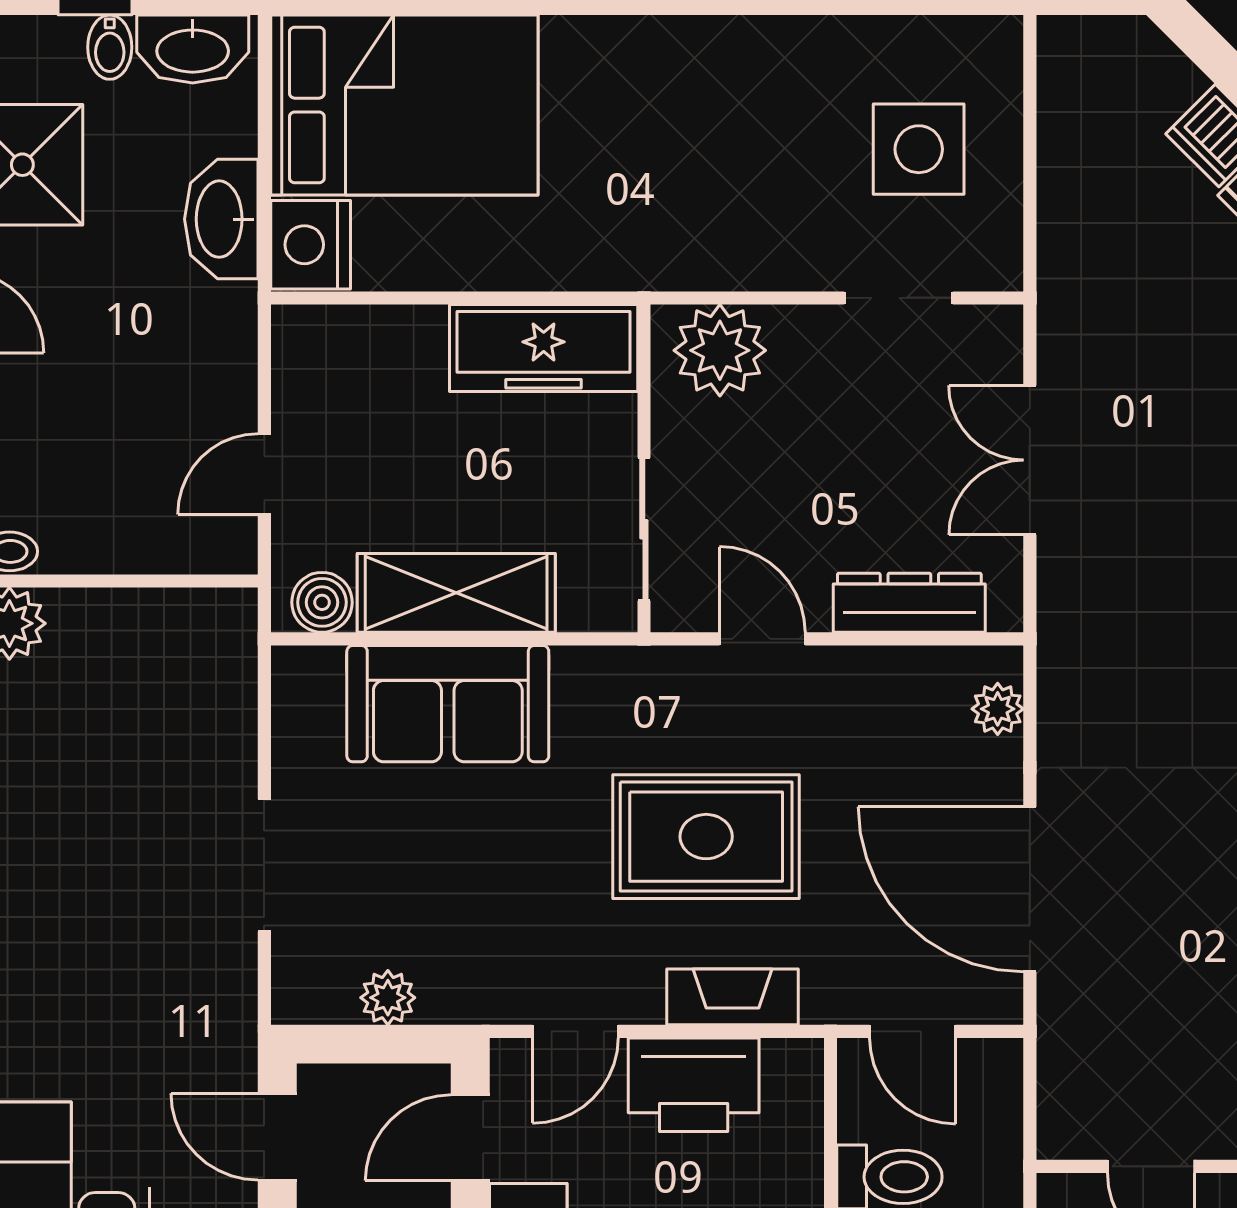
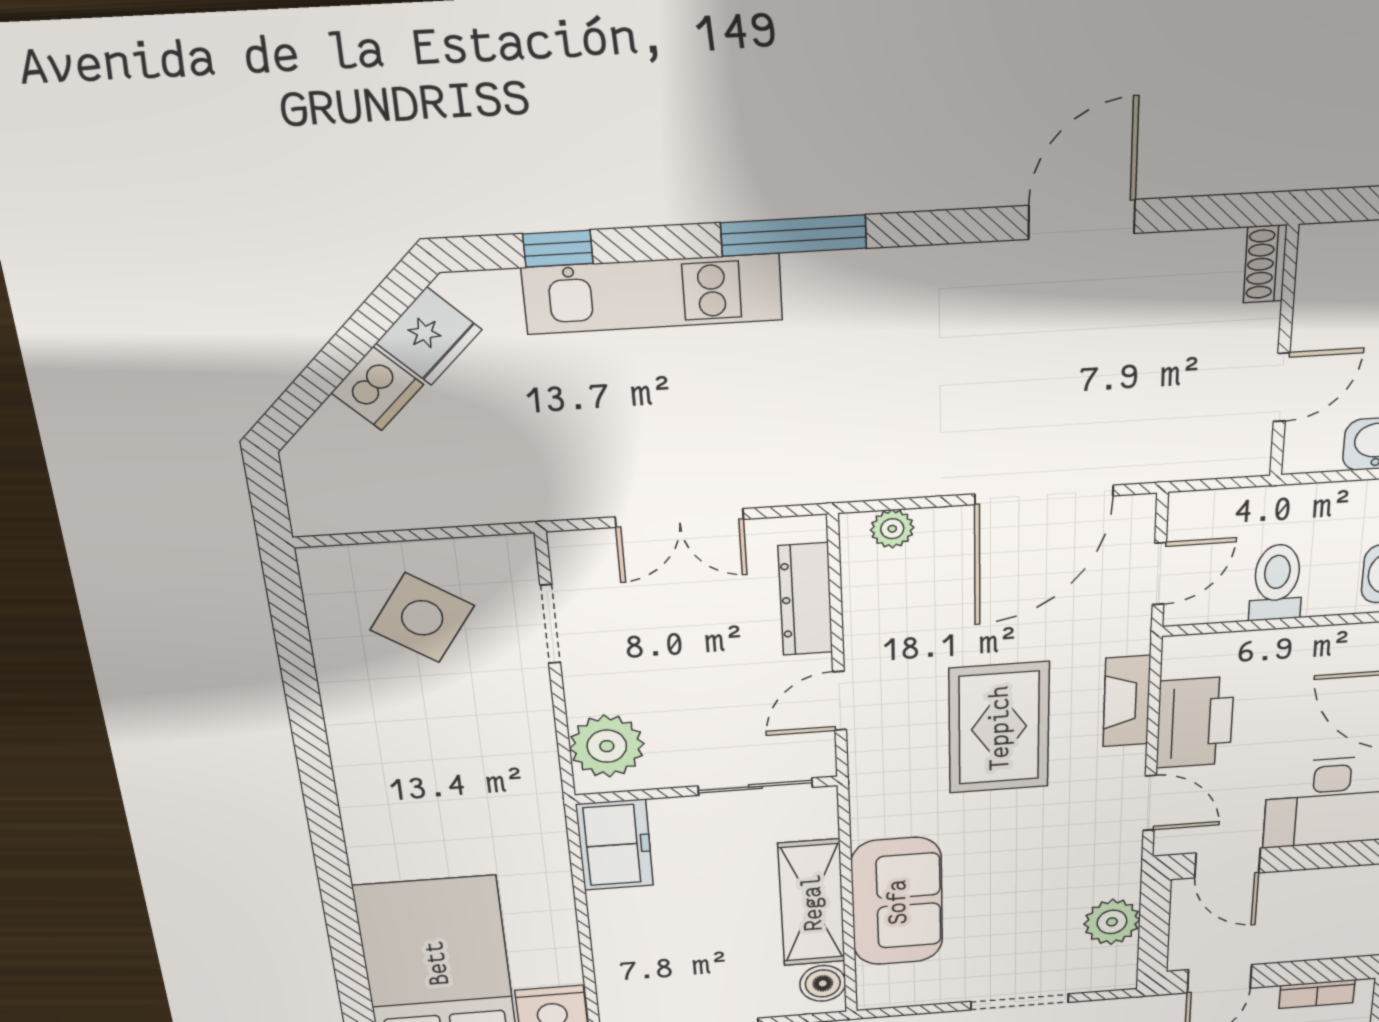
side table: (919, 149) -> (422, 618), turned 34
freezer: (544, 348) -> (615, 845), width x0.71
plant: (388, 998) -> (1112, 922), width x1.38, depth x1.38

